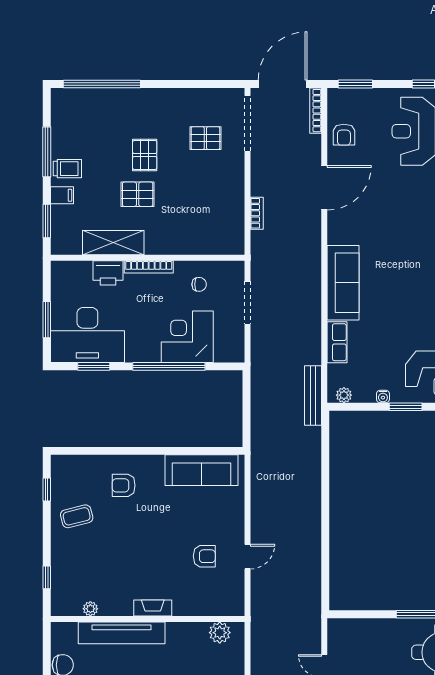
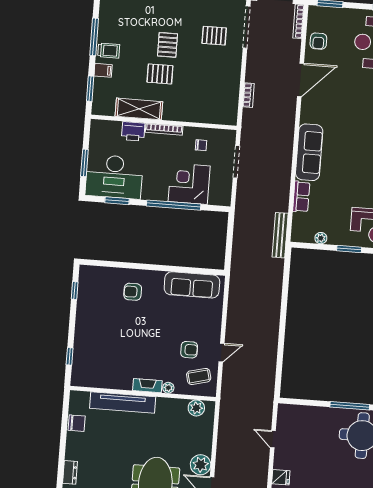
plant: (344, 395) -> (321, 238), moved
water cooler: (383, 397) -> (333, 240), removed
coffee table: (77, 516) -> (199, 376), moved
plant: (90, 609) -> (168, 388), moved

